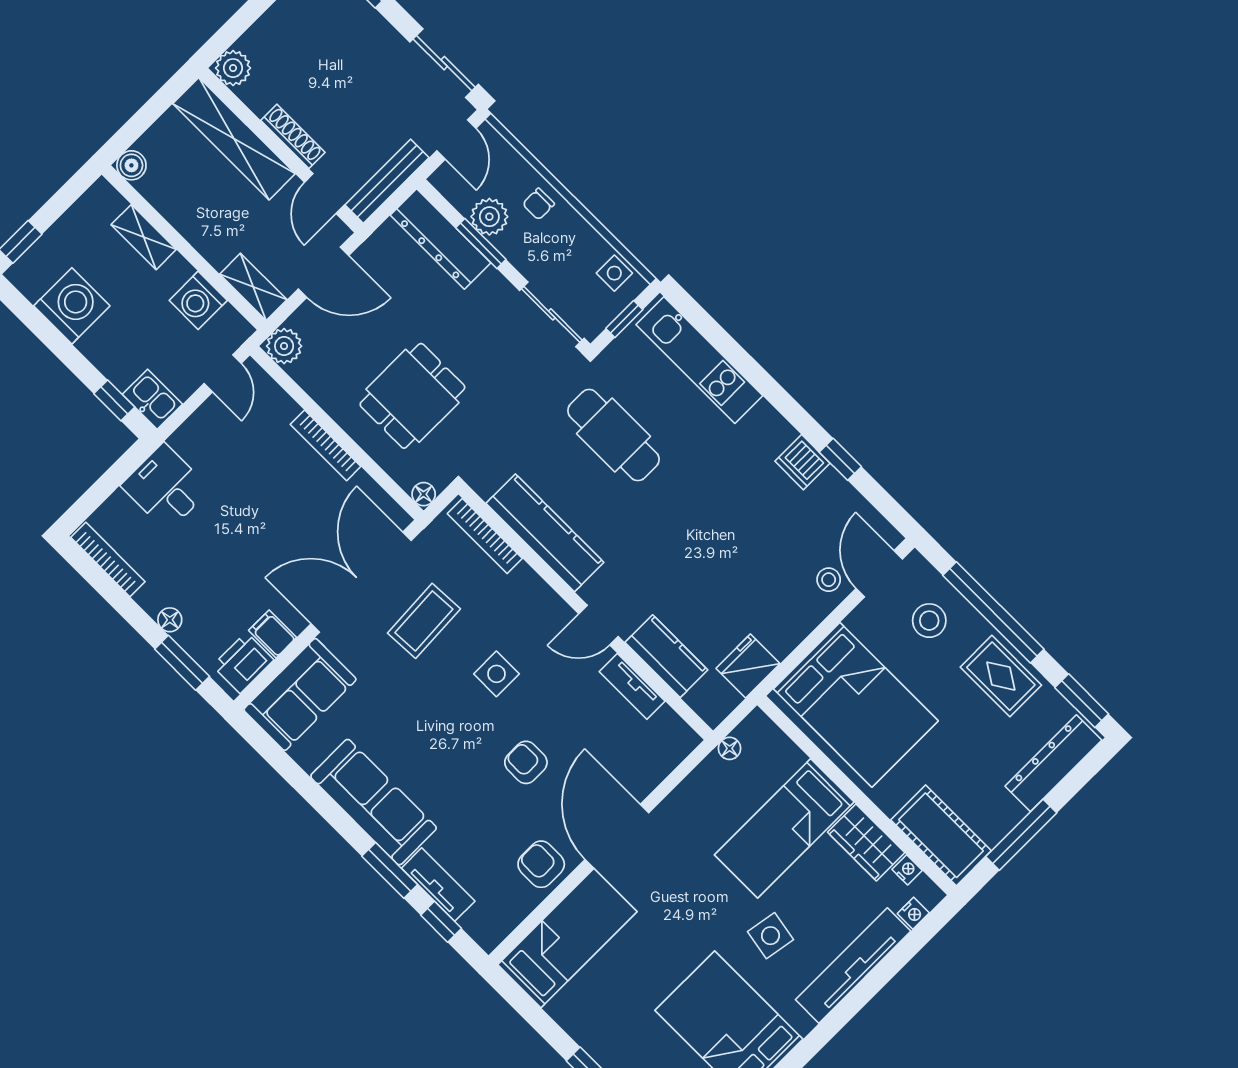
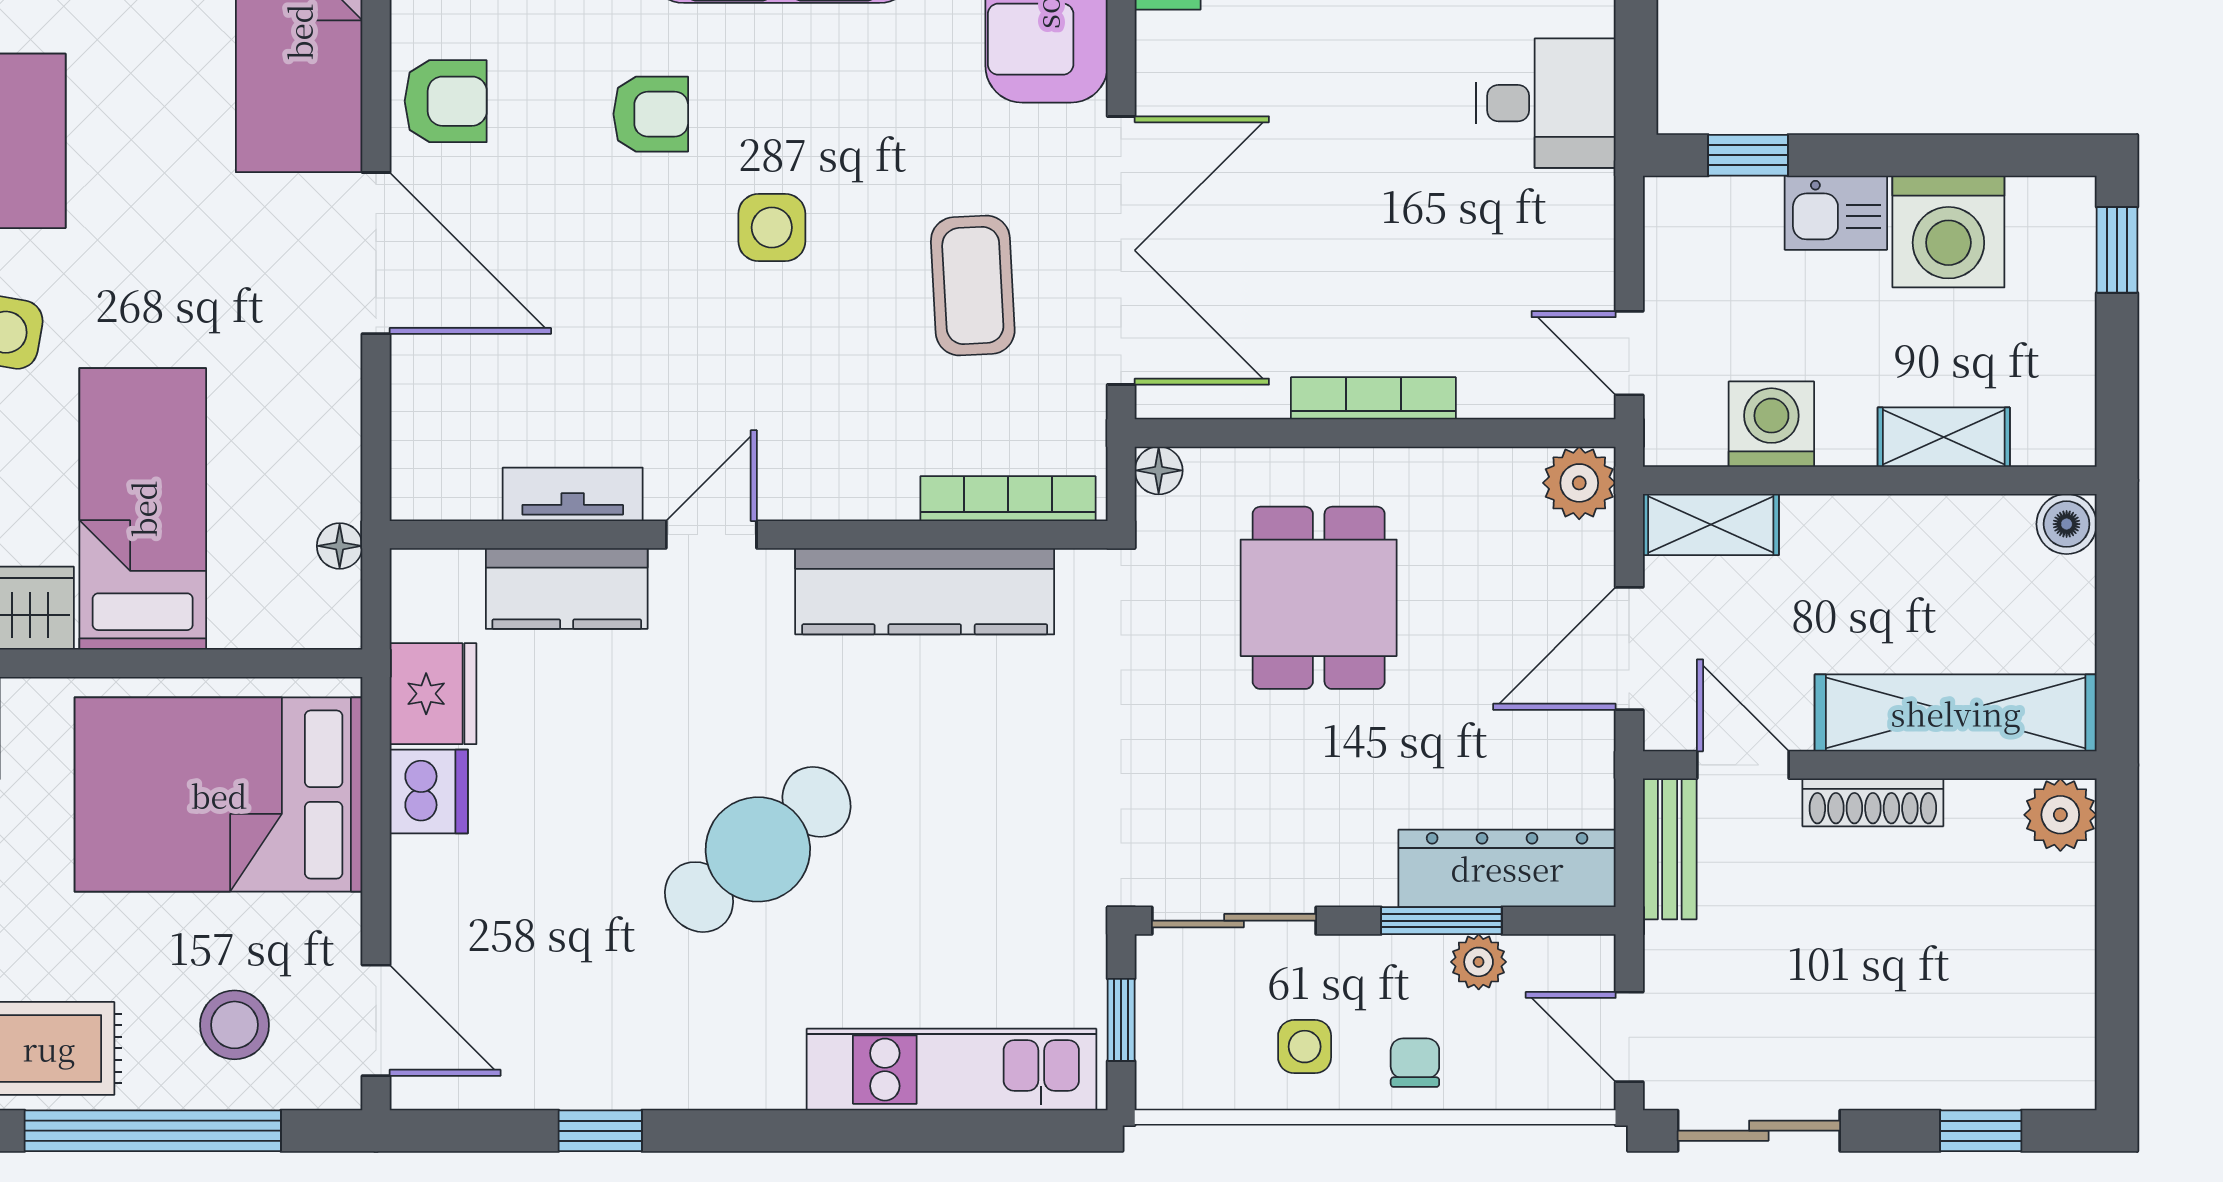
bench: (387, 181) -> (1670, 849), width x0.73
plant: (489, 217) -> (1479, 962), width x0.73, depth x0.73
side table: (614, 273) -> (1305, 1047), moved
kitchen sink: (152, 399) -> (1836, 213), moved
cafe table: (613, 435) -> (758, 849), moved, turned -39
dishwasher: (802, 462) -> (429, 791), moved, turned 90
stool: (829, 580) -> (441, 938), removed
filing cabinet: (273, 634) -> (1175, 45), removed
side table: (496, 674) -> (772, 227), moved
armchair: (526, 762) -> (651, 114), moved

